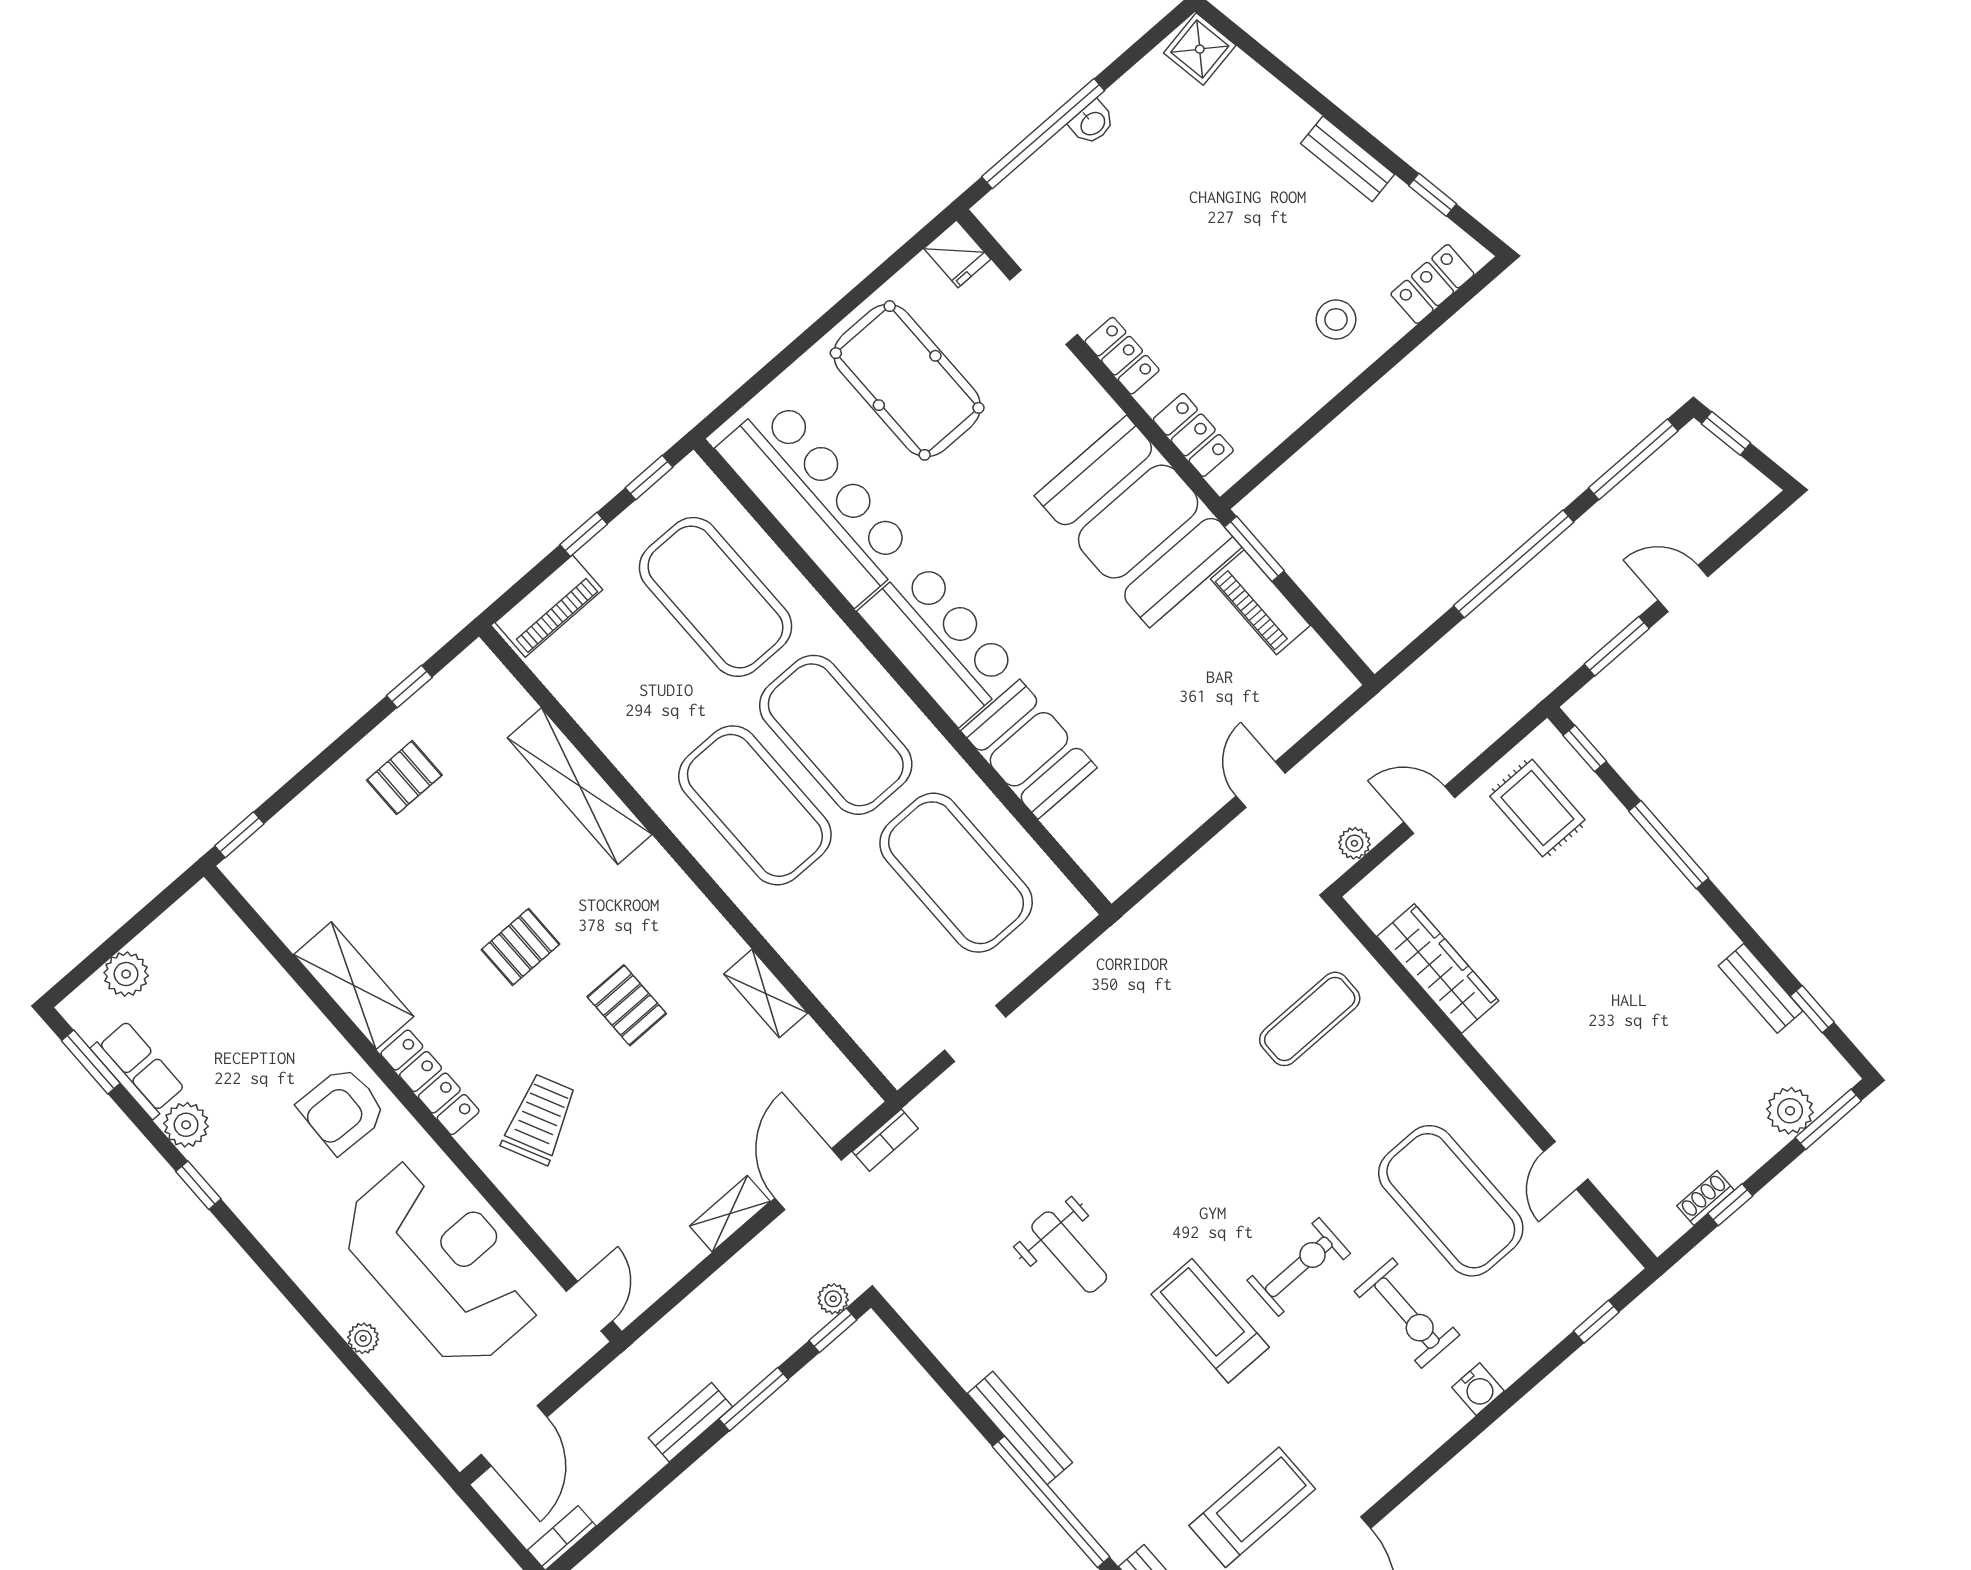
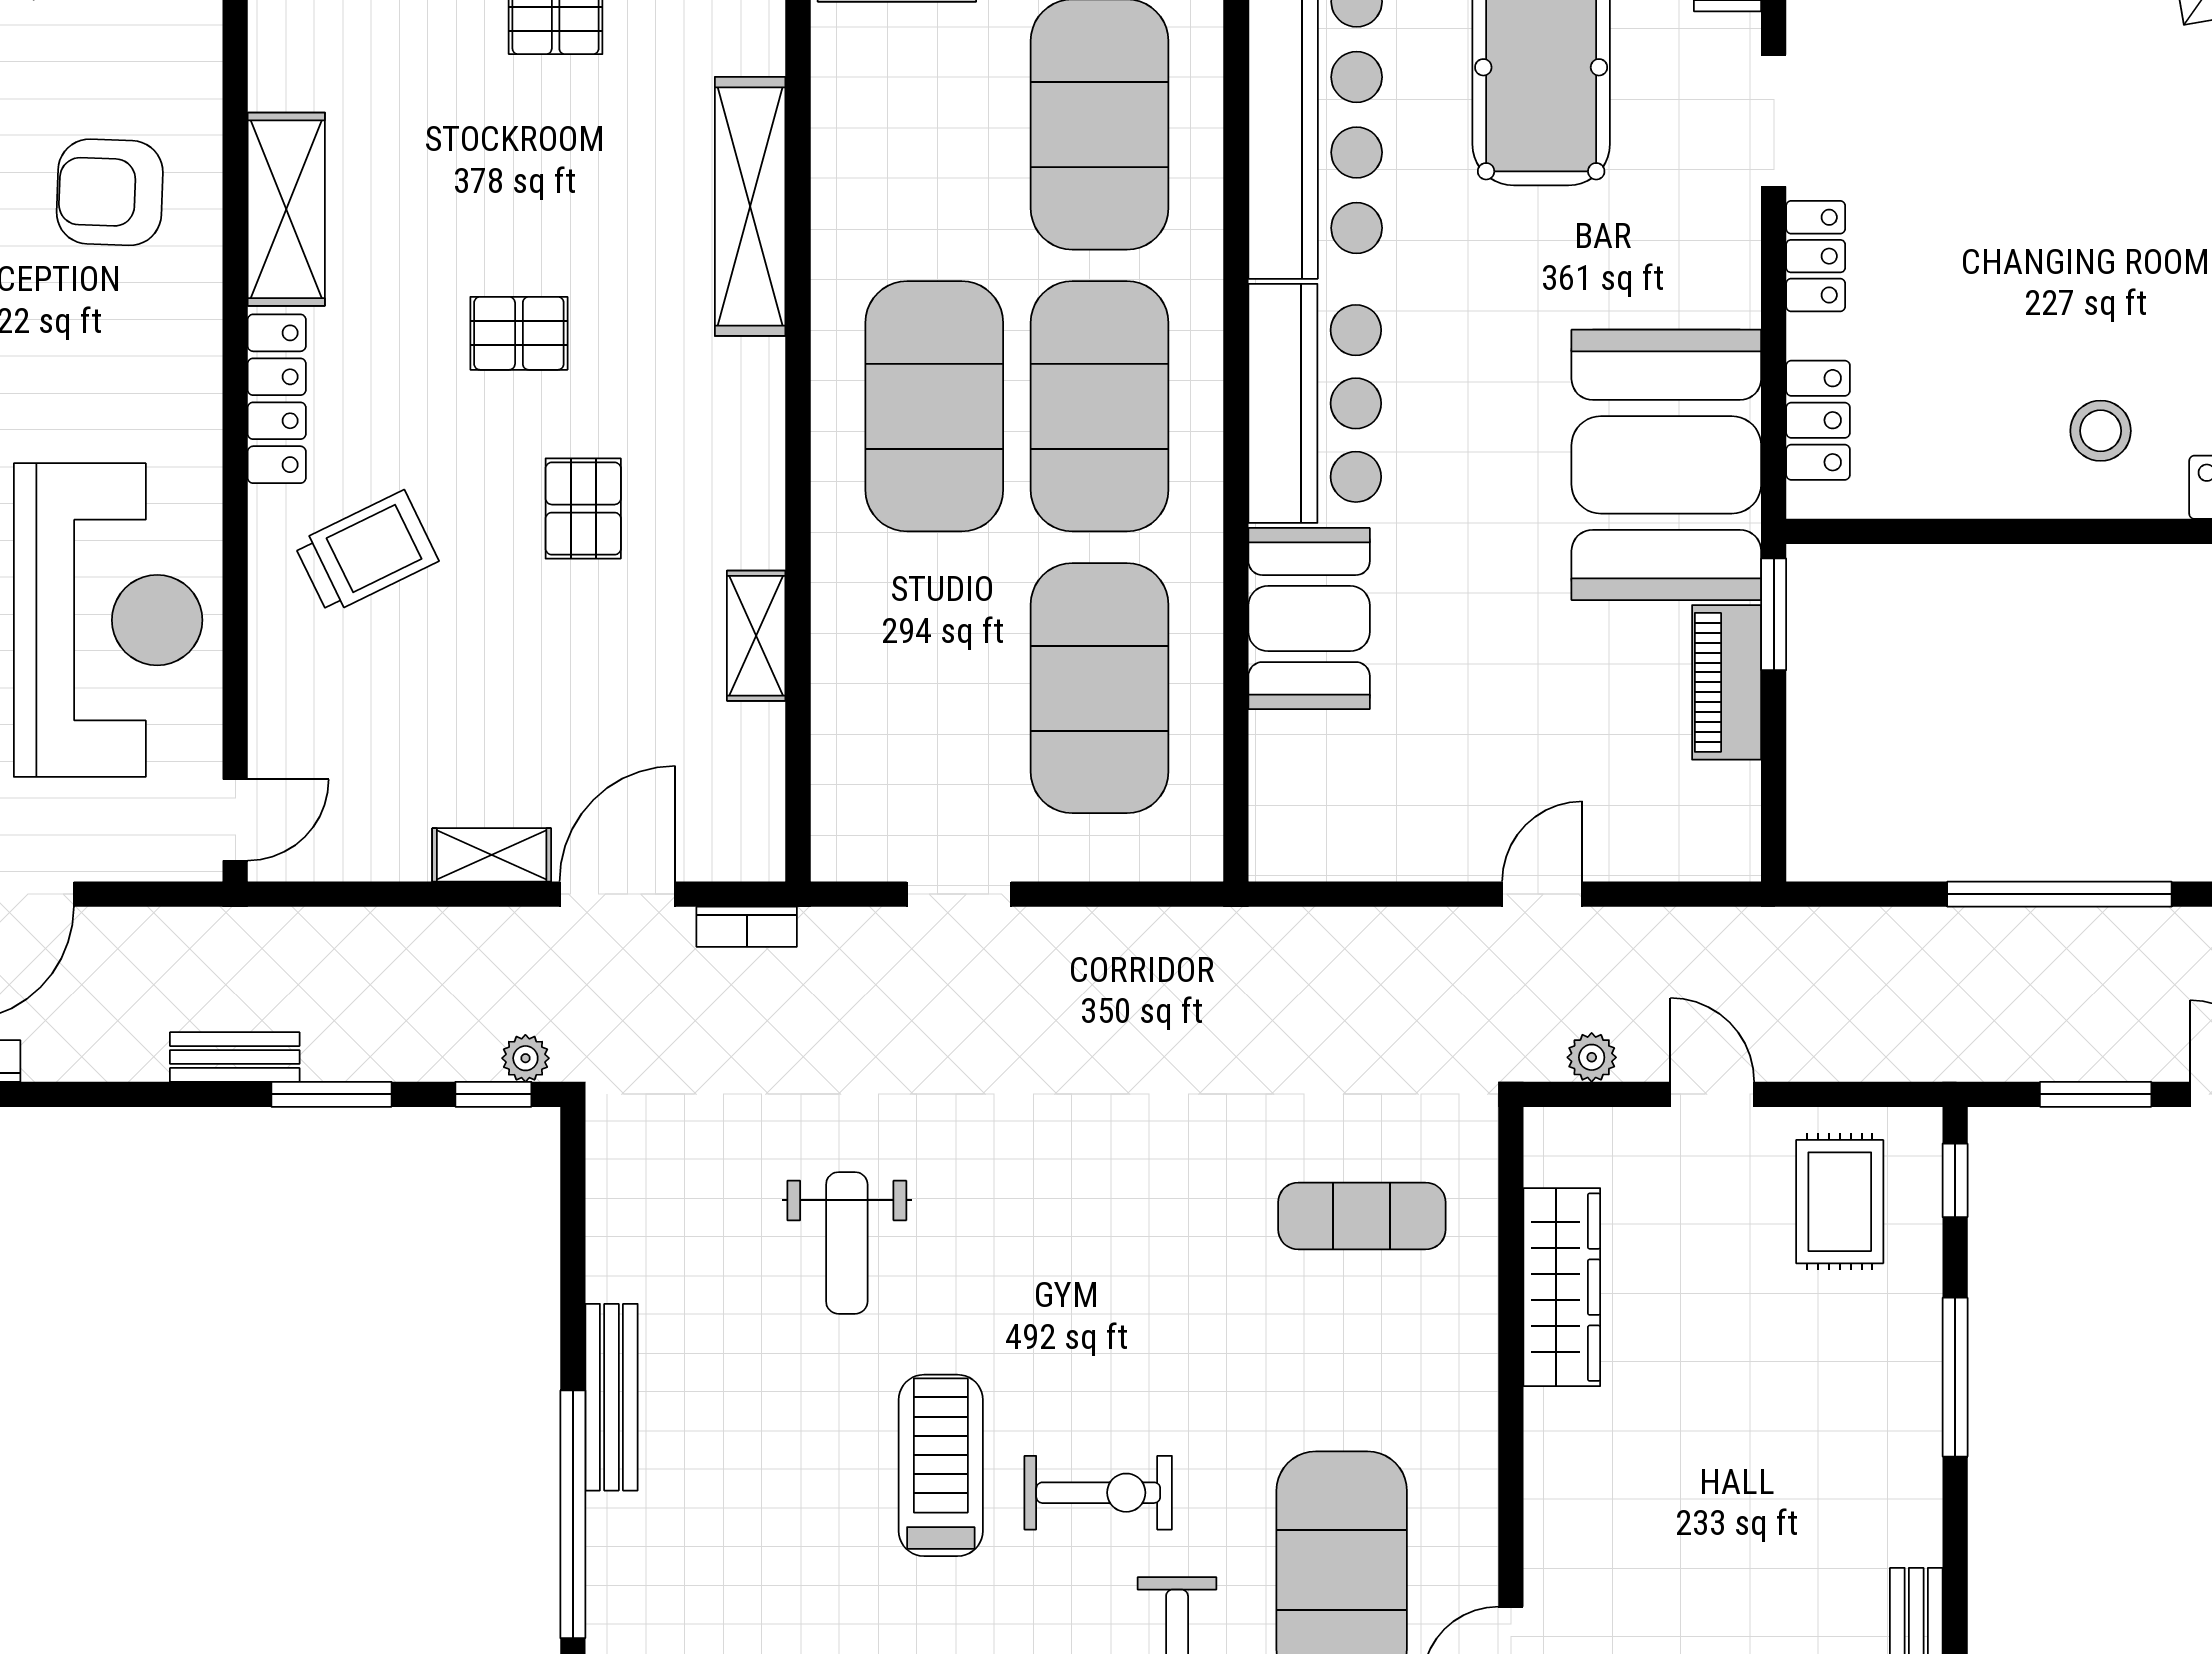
armchair: (342, 1110) -> (110, 192), moved

